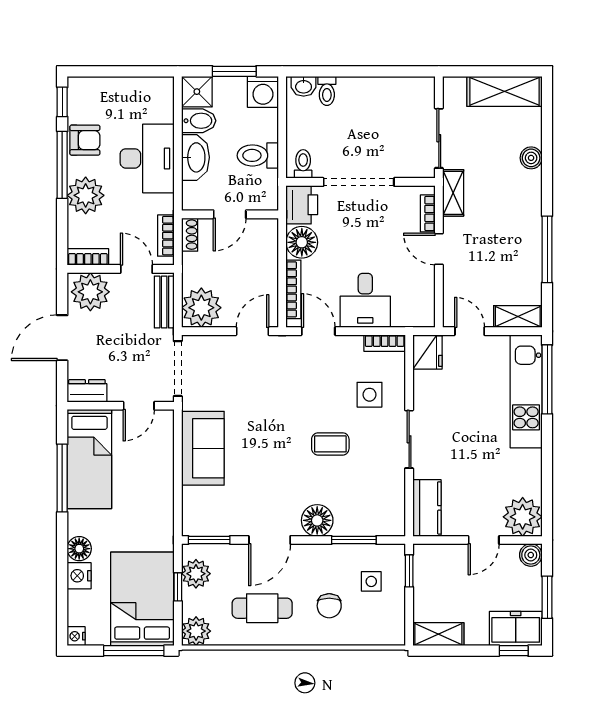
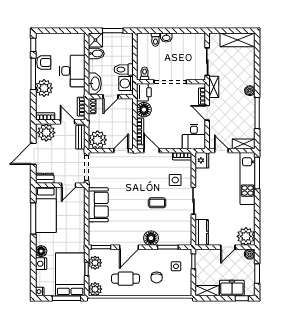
washbasin: (304, 86) -> (166, 38), moved
washing machine: (263, 92) -> (126, 83), moved, turned 90
washbasin: (195, 157) -> (95, 84), moved
boiler: (531, 158) -> (250, 91), moved
desk: (365, 300) -> (194, 136), moved
freezer: (516, 629) -> (232, 288), moved

